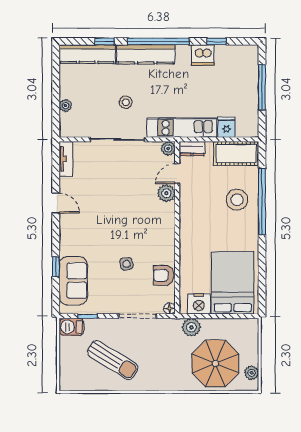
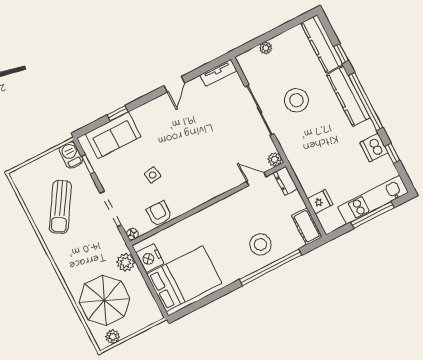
stool: (126, 102) -> (296, 100), width x1.89, depth x1.89
kitchen unit: (182, 128) -> (373, 200), moved, turned -90
cot: (236, 153) -> (307, 226), width x0.73, depth x0.75
plant: (166, 193) -> (234, 178), removed

